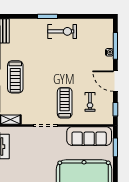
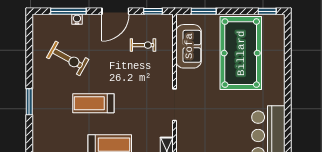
exercise bike: (62, 31) -> (68, 58), moved, turned 119
treadmill: (65, 103) -> (93, 103), moved
sofa: (89, 136) -> (189, 46), width x0.73

